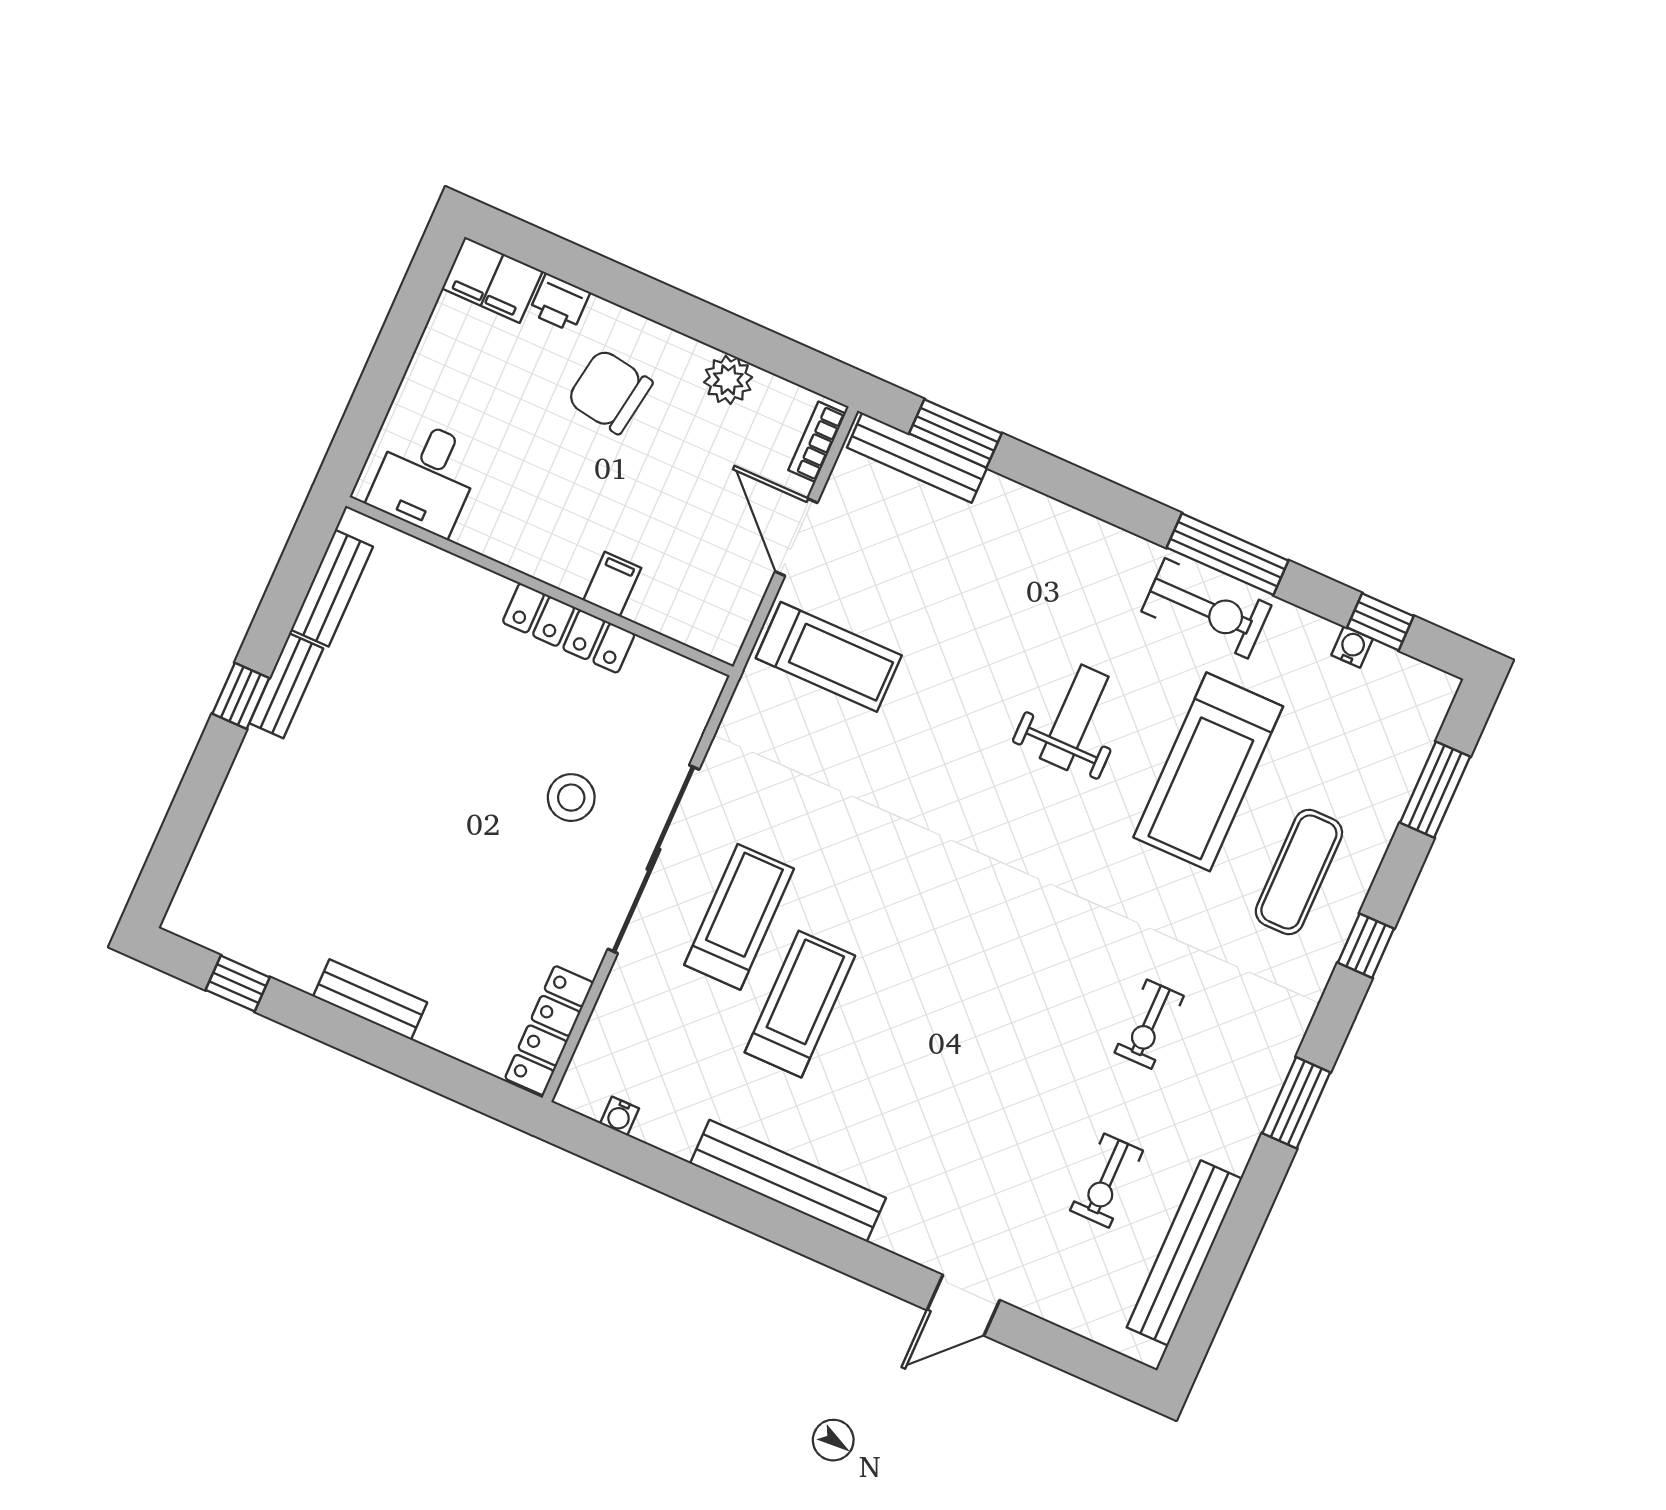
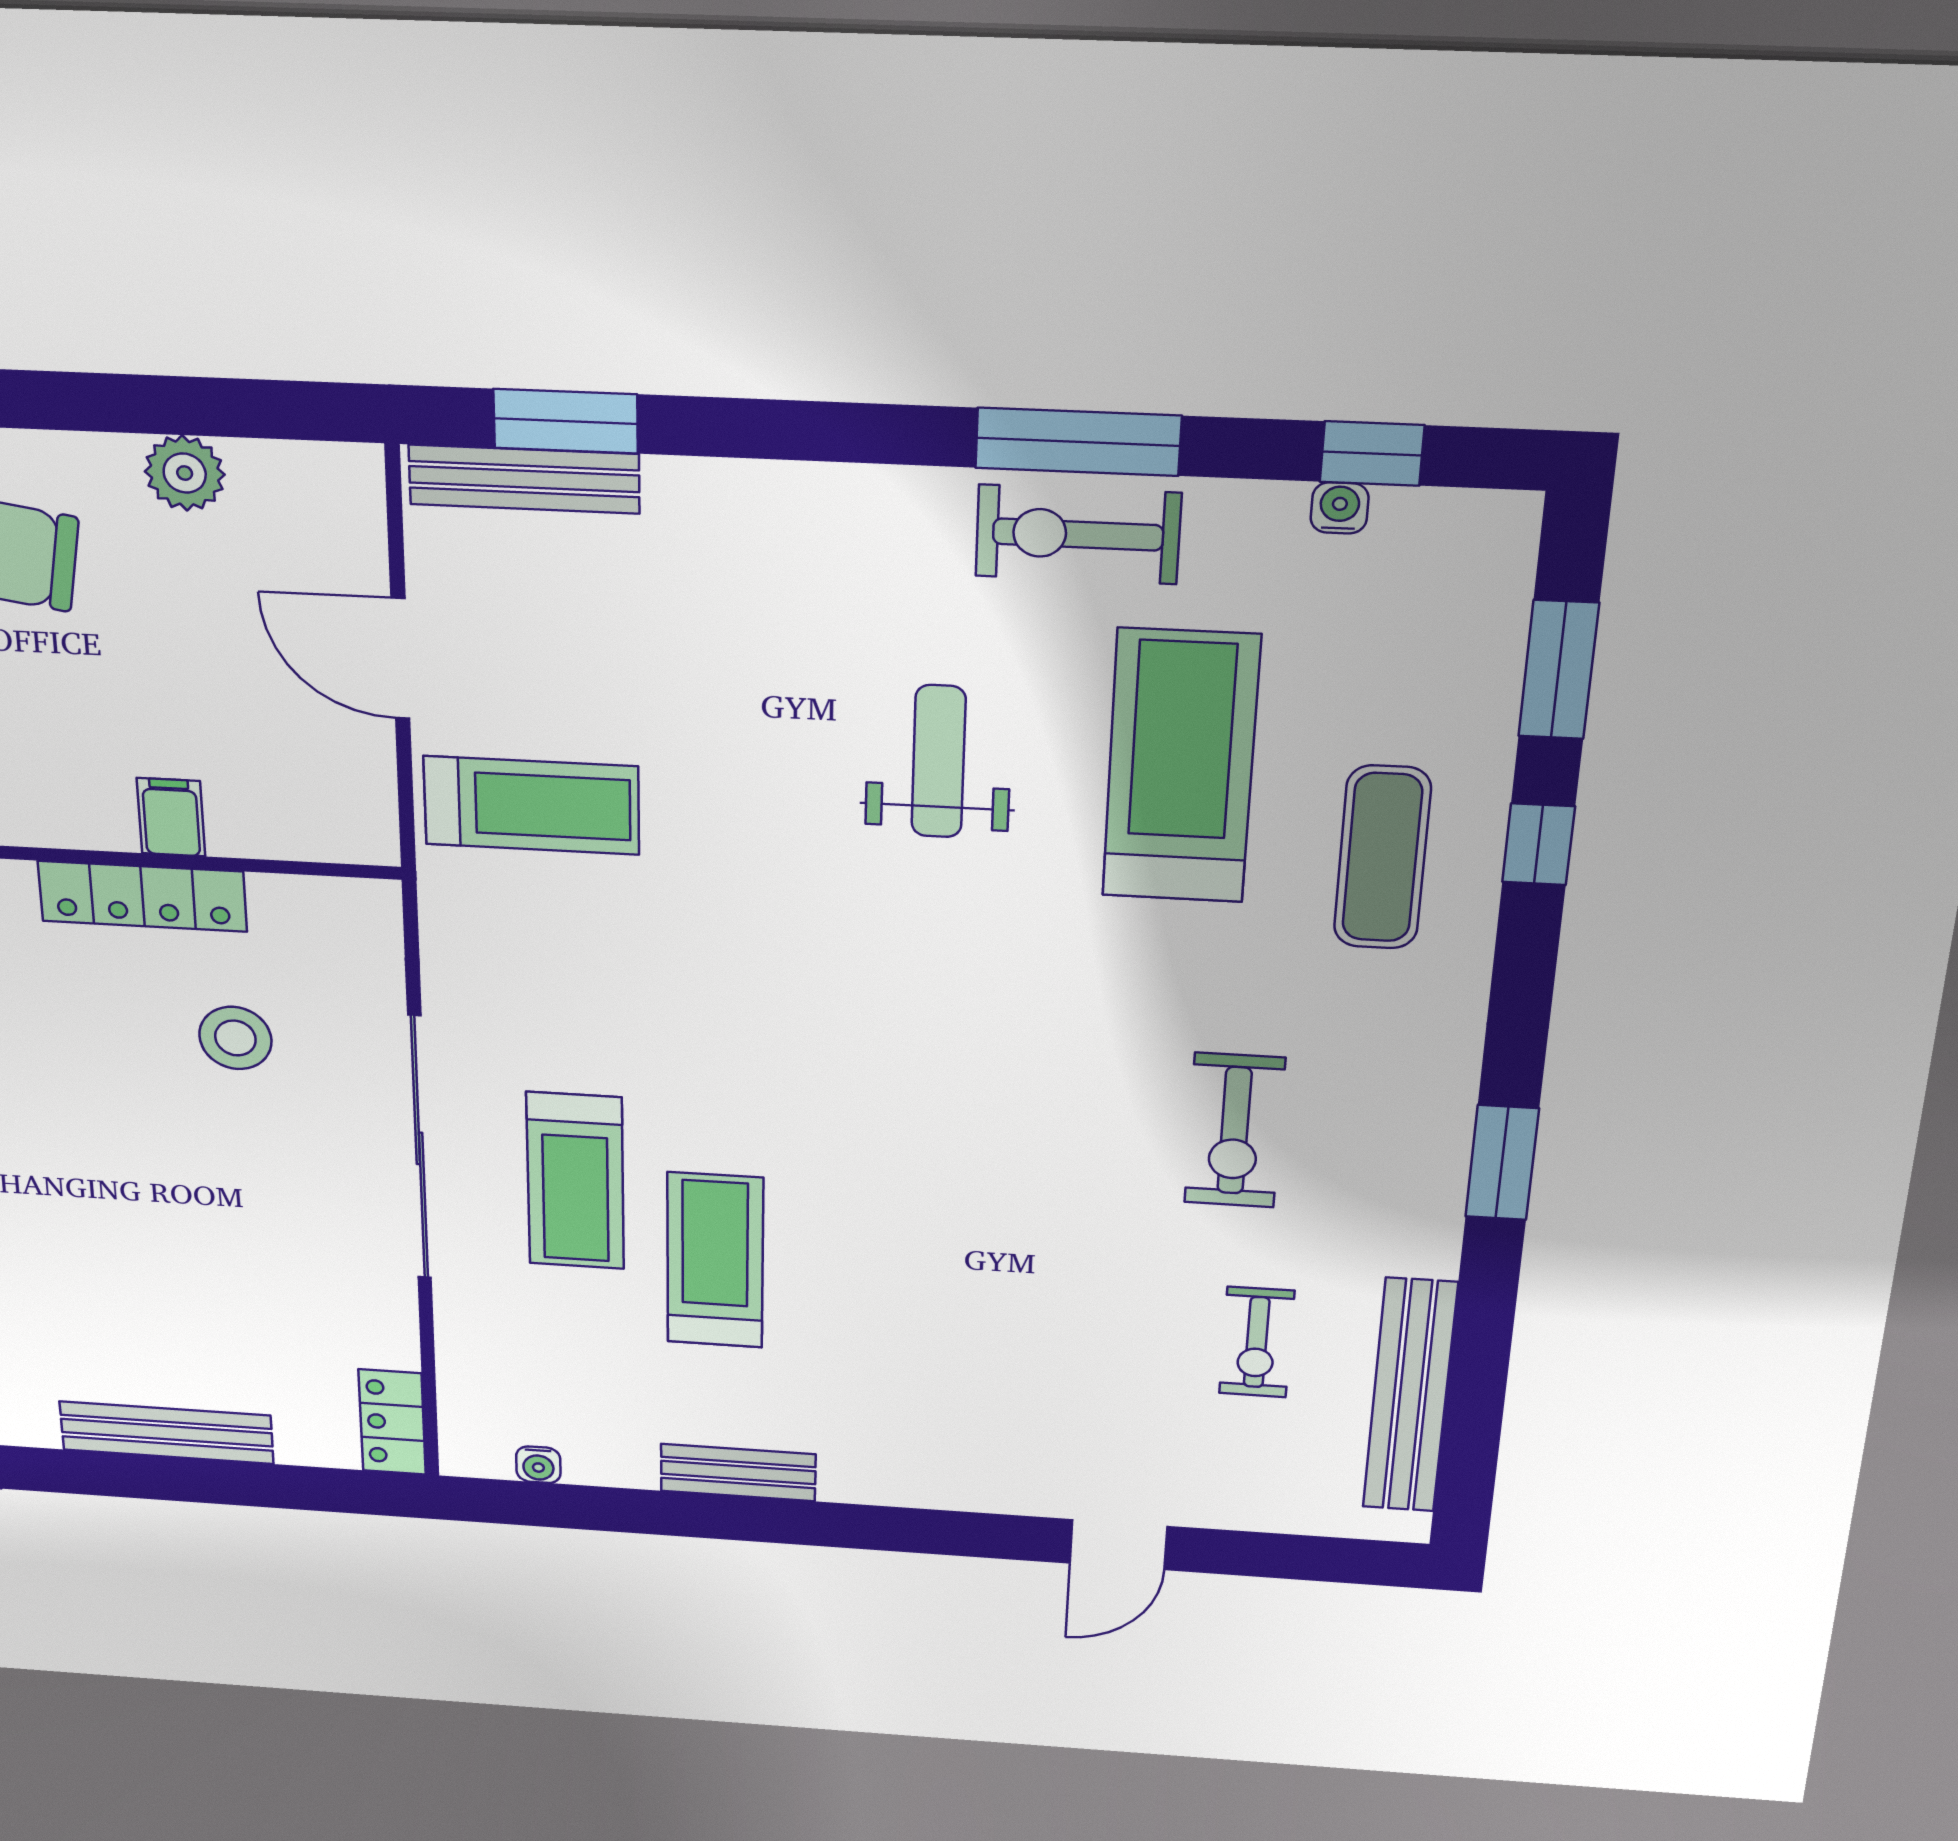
bookcase: (817, 442) -> (362, 512), removed
exercise bike: (1206, 608) -> (1078, 534), turned 180
treadmill: (1208, 772) -> (1181, 767), turned 180
stool: (571, 798) -> (235, 1038), moved
treadmill: (739, 917) -> (575, 1181), turned 180
window: (1366, 946) -> (1539, 844), moved
bench: (370, 999) -> (167, 1433), width x1.36
exercise bike: (1149, 1024) -> (1235, 1130), width x1.38, depth x1.39
locker: (549, 1031) -> (392, 1422), width x0.66
bench: (788, 1181) -> (738, 1473), width x0.54, depth x0.82

